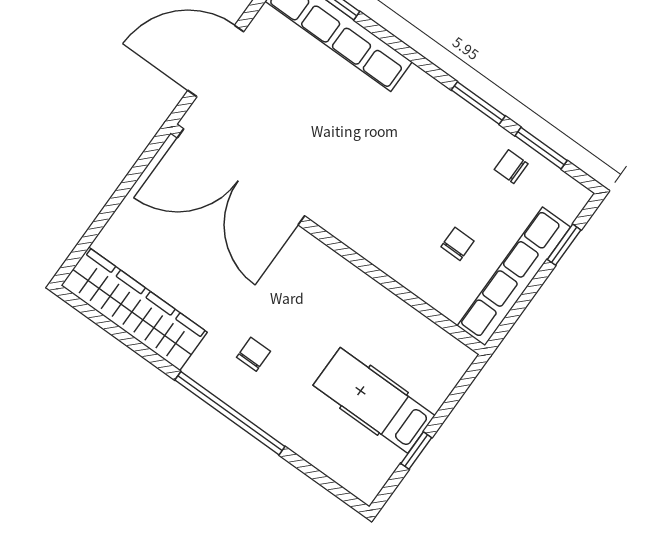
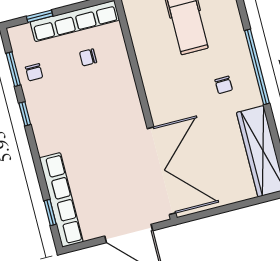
window: (478, 103) -> (25, 114), width x0.67
chair: (254, 354) -> (224, 85), turned -91

